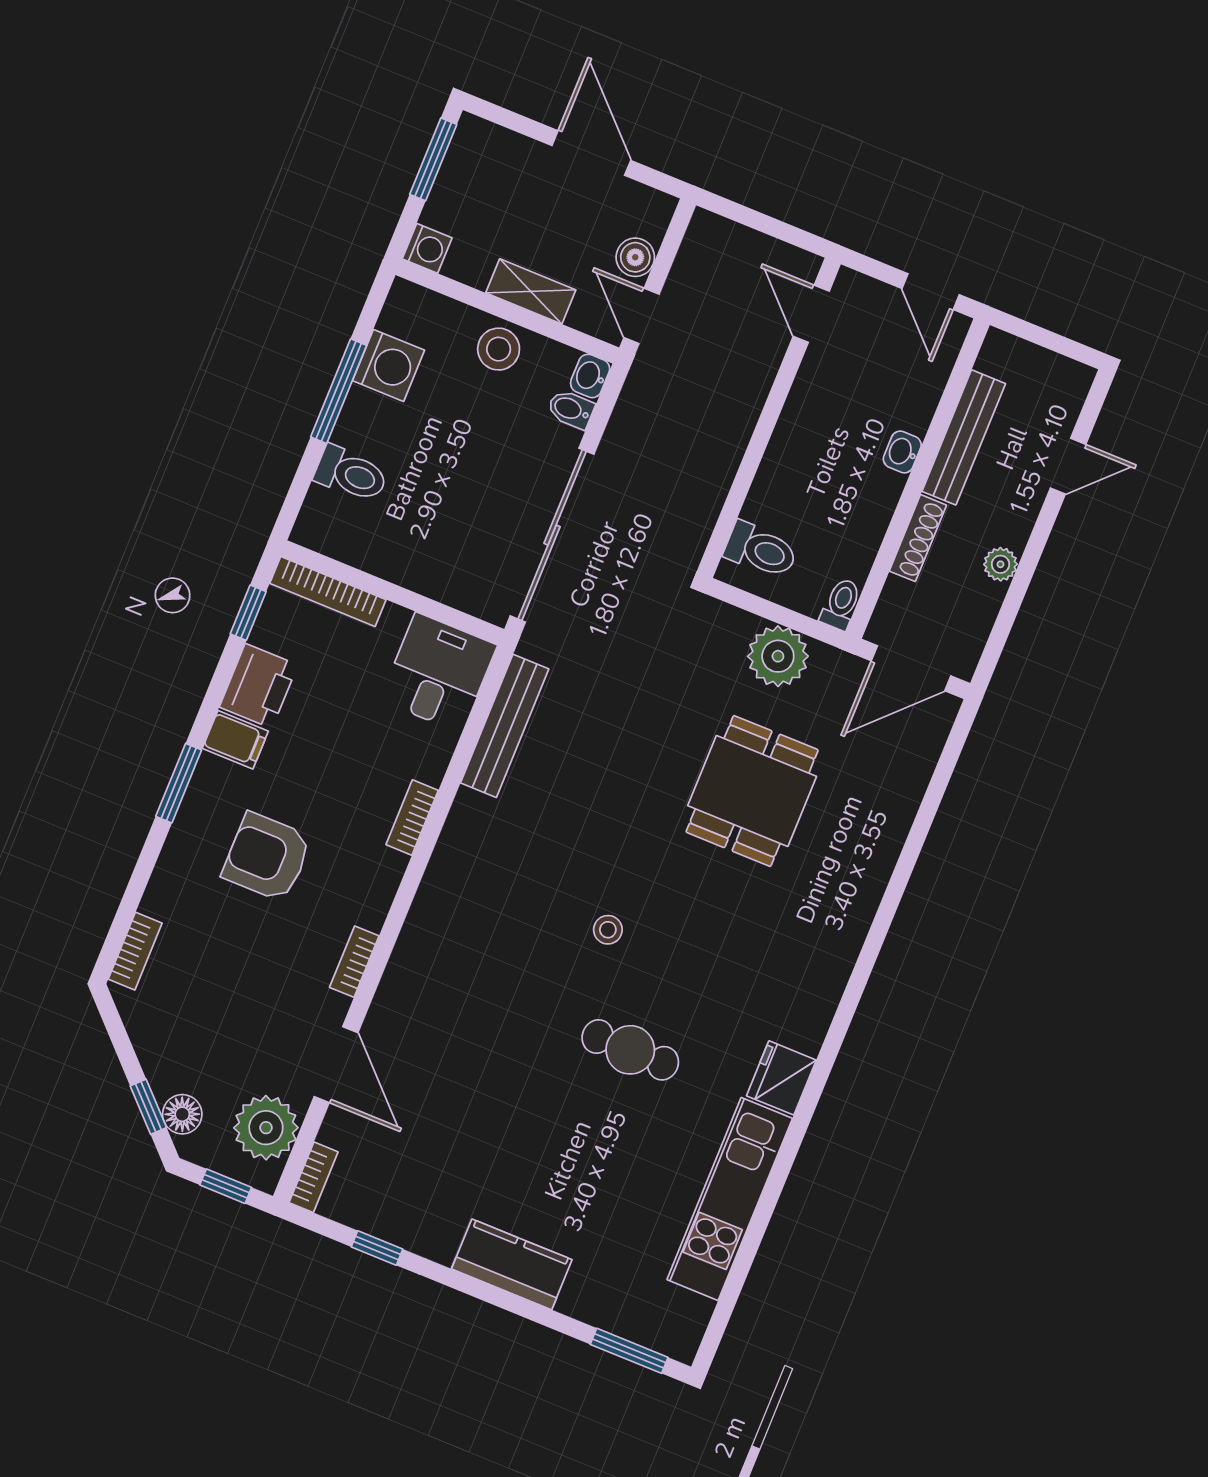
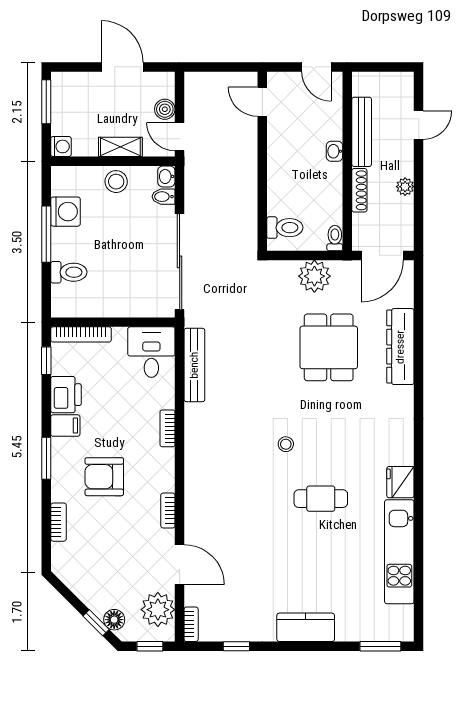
dresser: (878, 841) -> (400, 347), added
bookcase: (135, 951) -> (58, 522), moved

